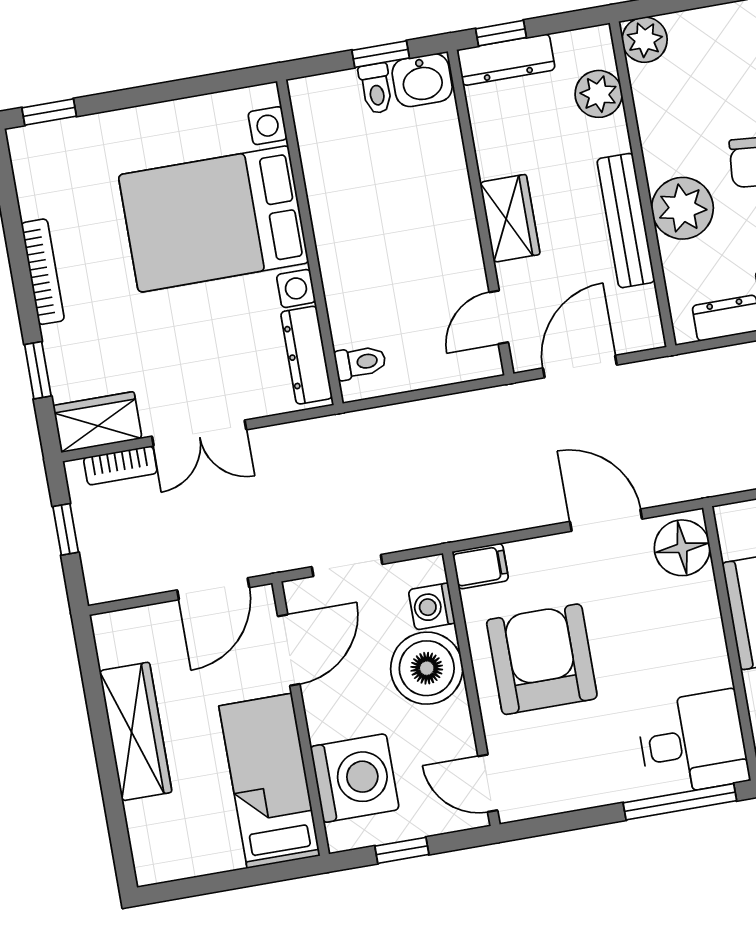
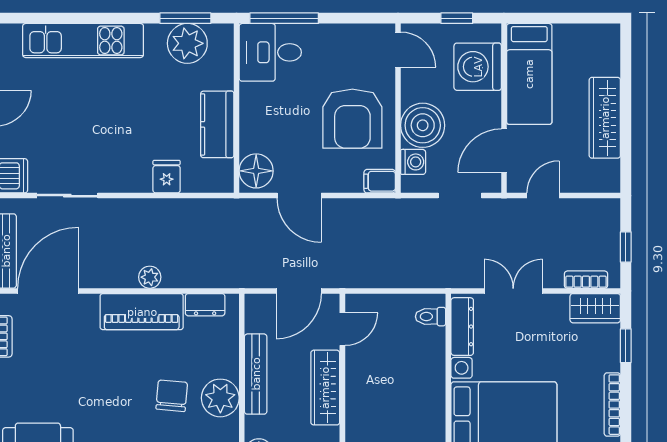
plant: (682, 208) -> (220, 398), moved
wardrobe: (510, 218) -> (325, 388), width x1.50
double door: (199, 433) -> (513, 291), moved
door: (213, 589) -> (543, 196), width x0.73

